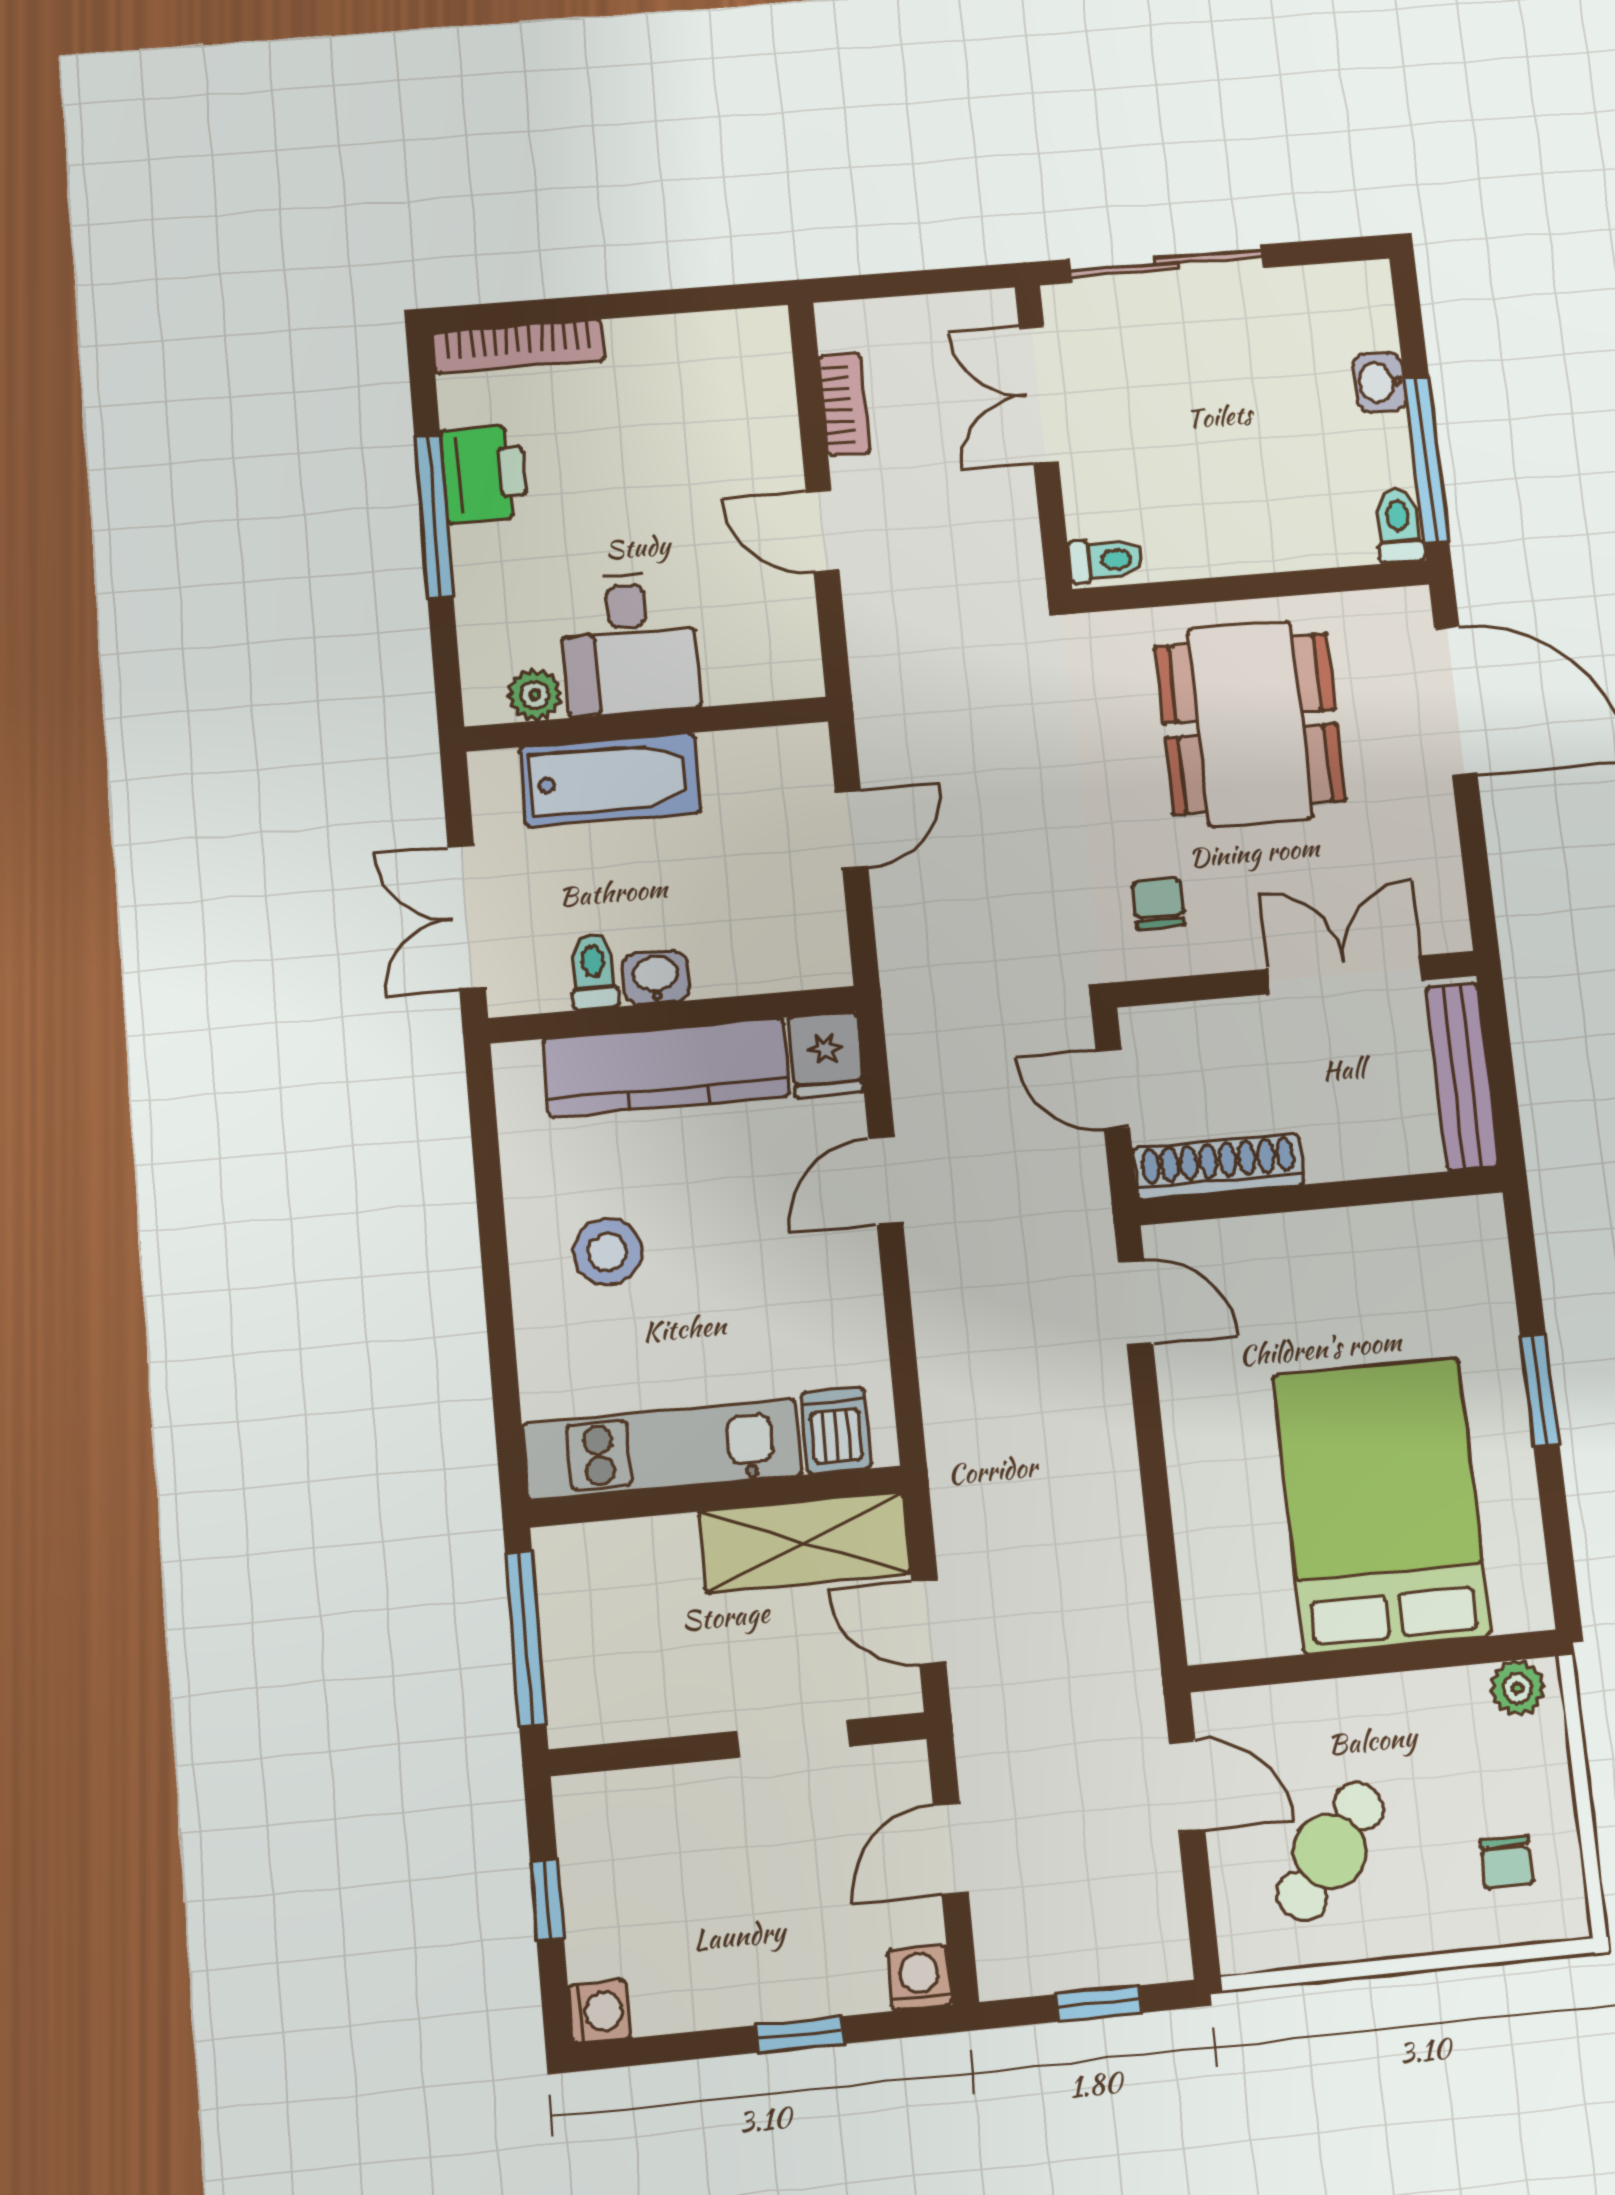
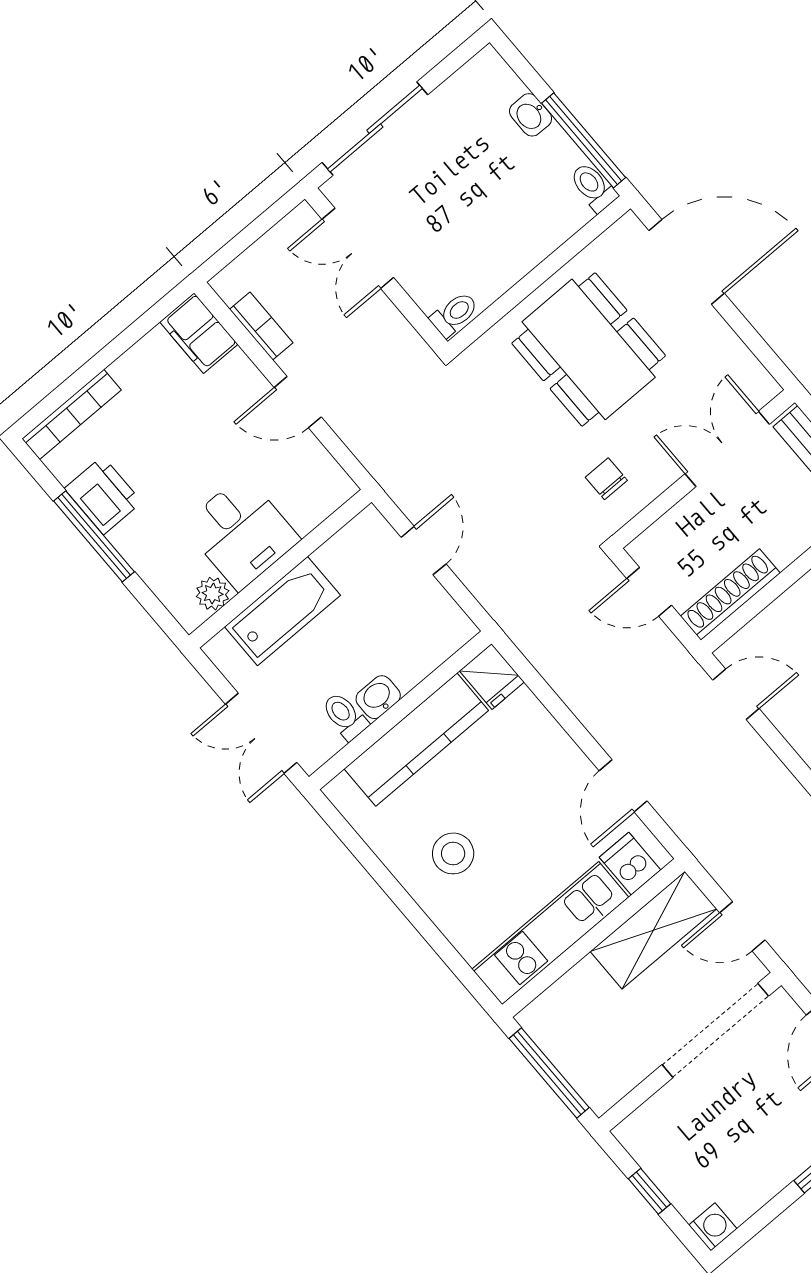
filing cabinet: (757, 359) -> (199, 333), added
door: (886, 1180) -> (623, 786), moved
doorway: (793, 1739) -> (715, 1030), width x1.88

